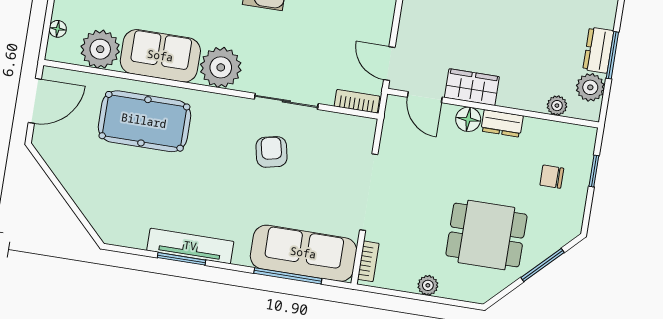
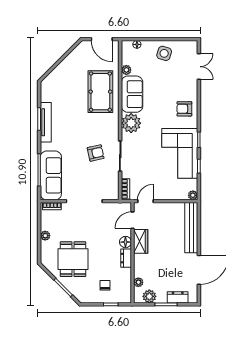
plant: (100, 49) -> (126, 70), width x0.53, depth x0.53
dresser: (598, 50) -> (178, 297), moved

